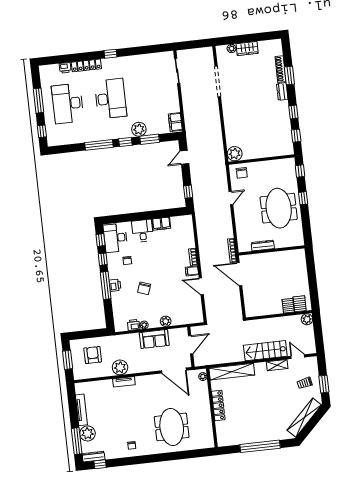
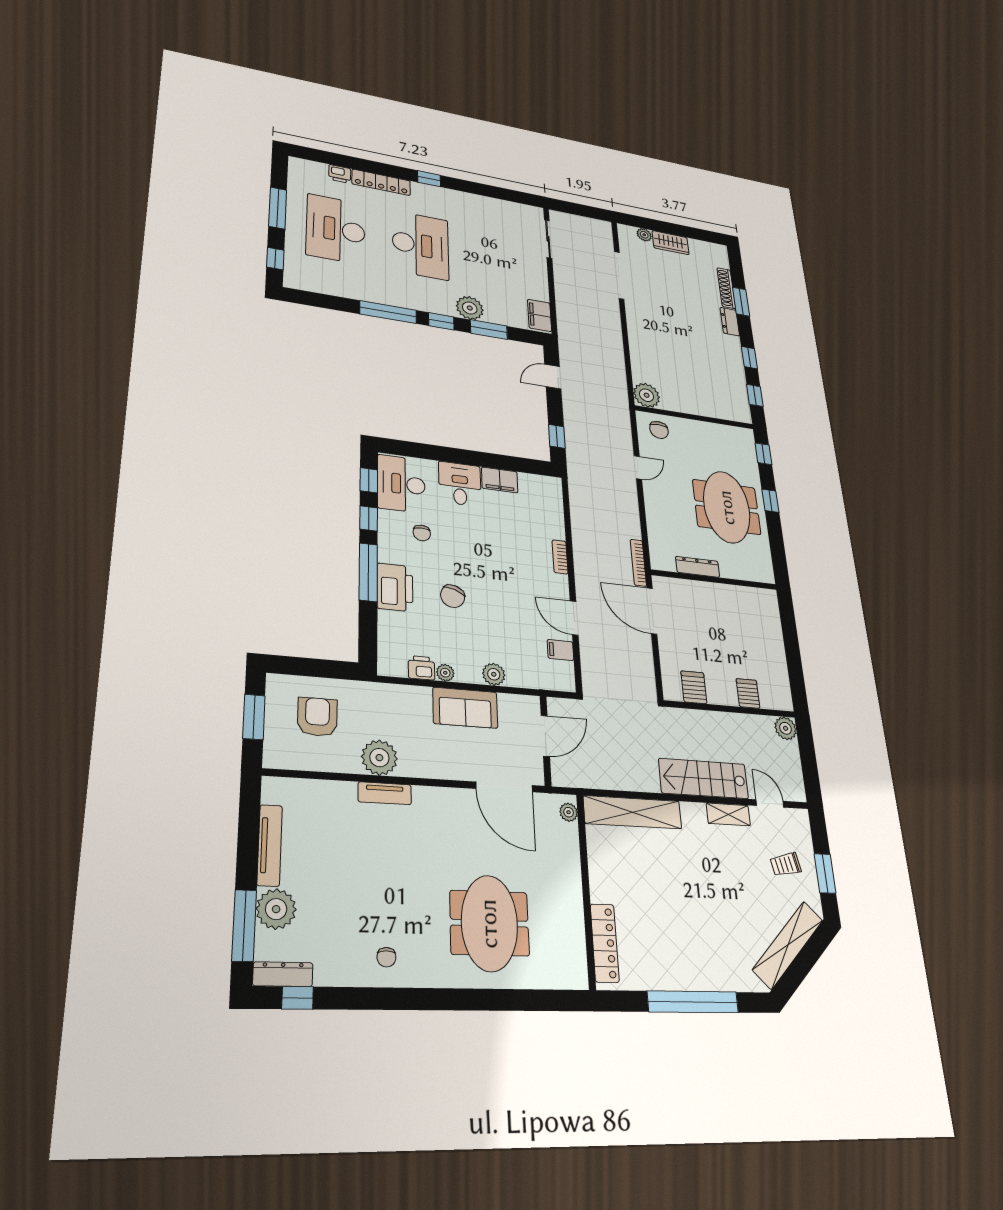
filing cabinet: (192, 271) -> (561, 650), moved
printer: (115, 285) -> (395, 587), width x1.87, depth x1.48
server rack: (300, 304) -> (694, 687), moved
locker: (218, 406) -> (605, 943), moved

